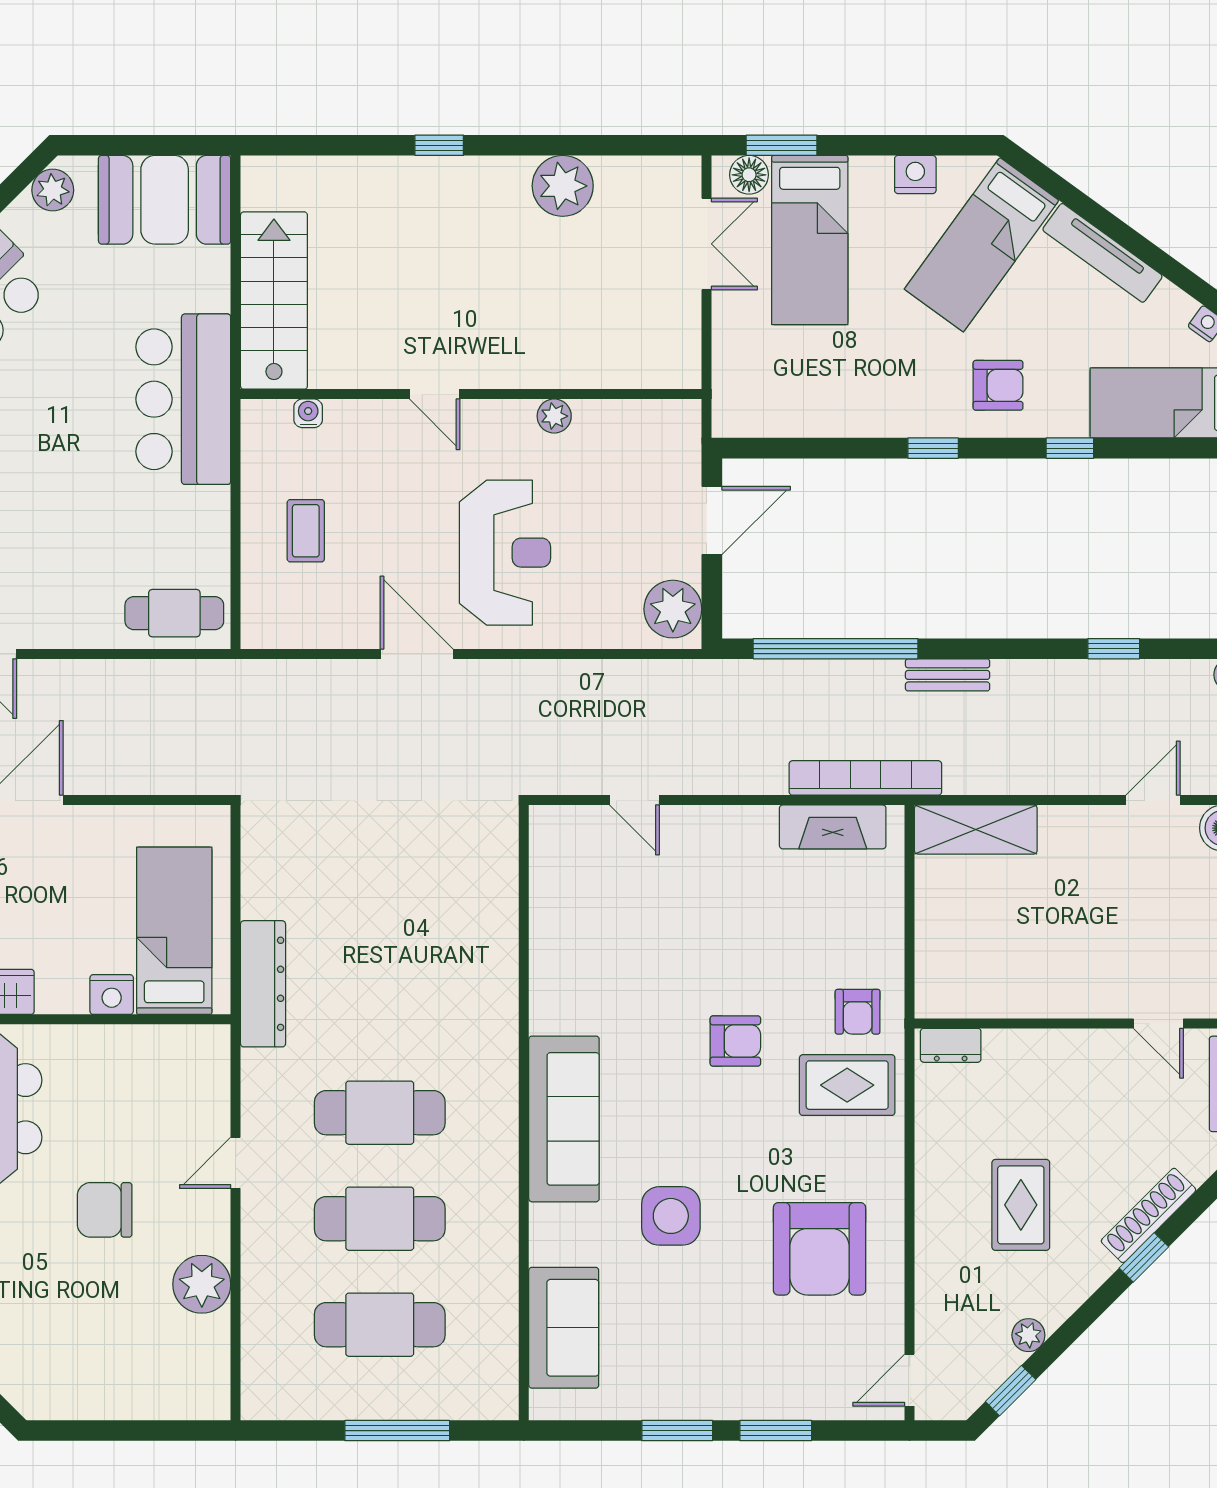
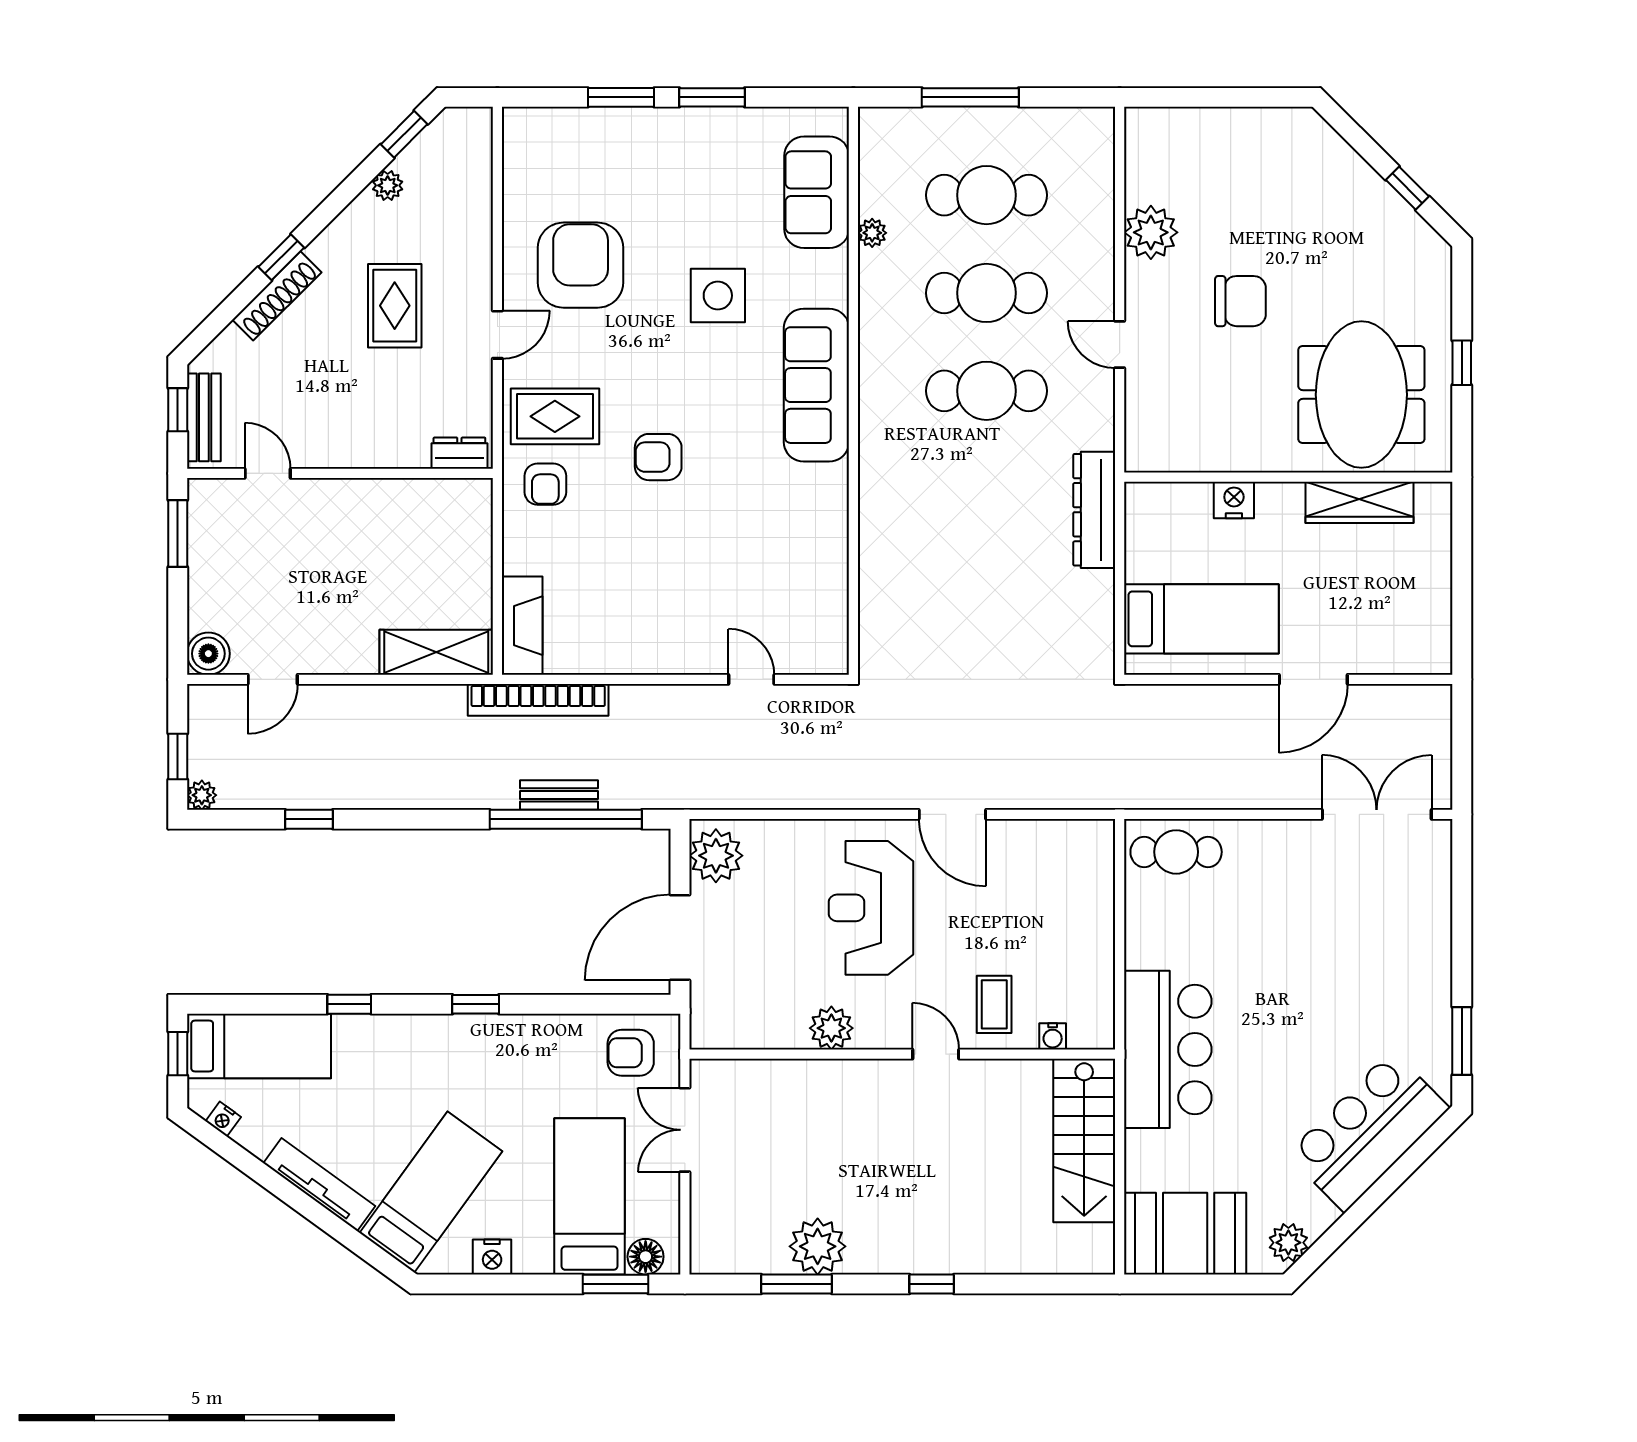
window: (586, 145) -> (796, 1284), added
double door: (707, 244) -> (685, 1130), moved
armchair: (998, 385) -> (631, 1053), moved
plant: (554, 416) -> (831, 1028), width x1.38, depth x1.38
door: (712, 520) -> (680, 937), width x1.36
coffee table: (306, 531) -> (994, 1004), moved
bench: (948, 675) -> (559, 795), moved
fireplace: (833, 827) -> (522, 626), moved, turned 90
bed: (174, 931) -> (1201, 619), moved, turned -90
armchair: (858, 1012) -> (545, 484), turned 180
door: (236, 1163) -> (1120, 345), swing flipped
plant: (504, 1284) -> (872, 233), added
door: (910, 1380) -> (497, 335), moved

